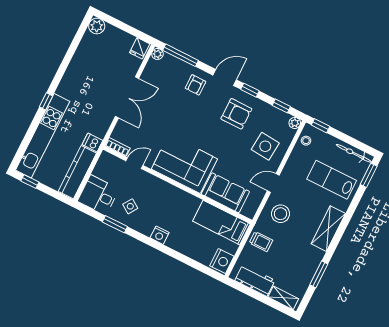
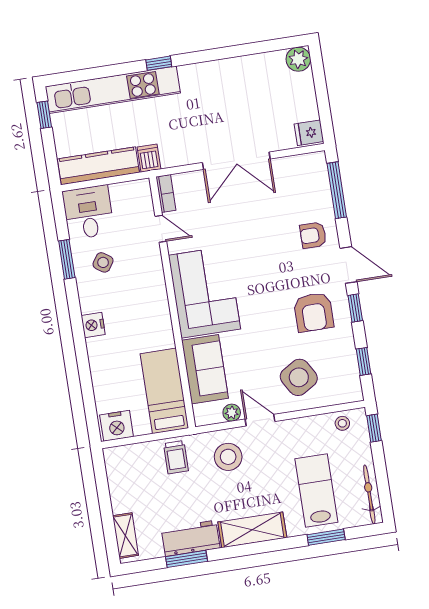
plant: (157, 54) -> (318, 160), removed
plant: (295, 123) -> (232, 413), moved
side table: (265, 146) -> (299, 377), turned -36
window: (369, 175) -> (326, 537), moved
workbench: (255, 280) -> (191, 538), moved, turned -90

